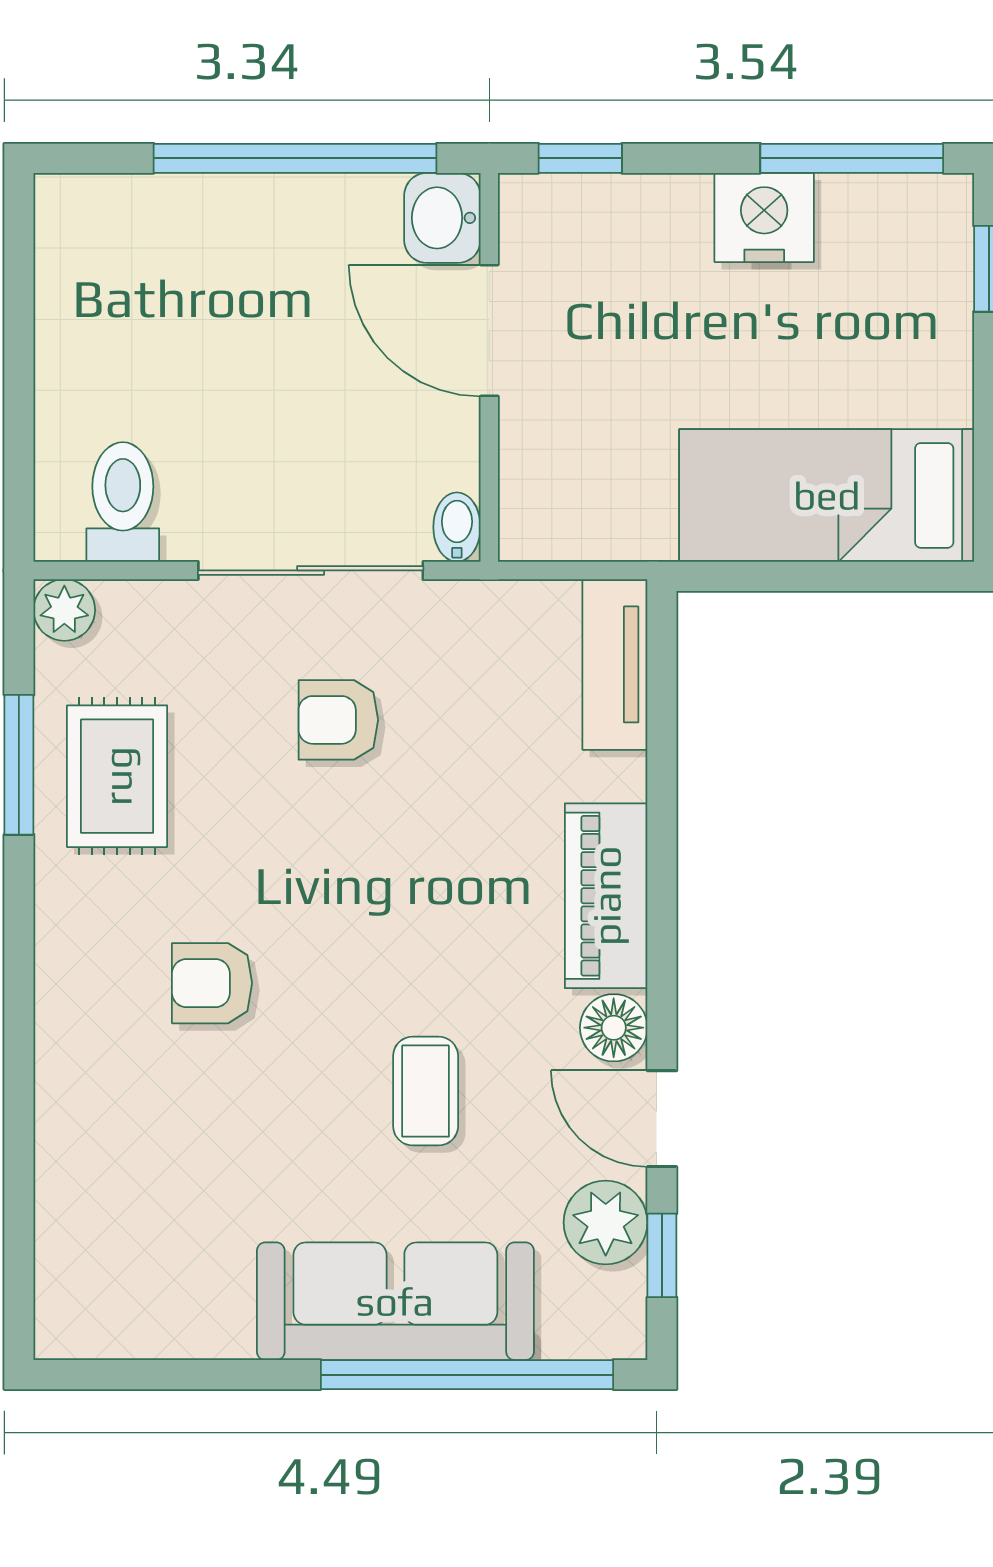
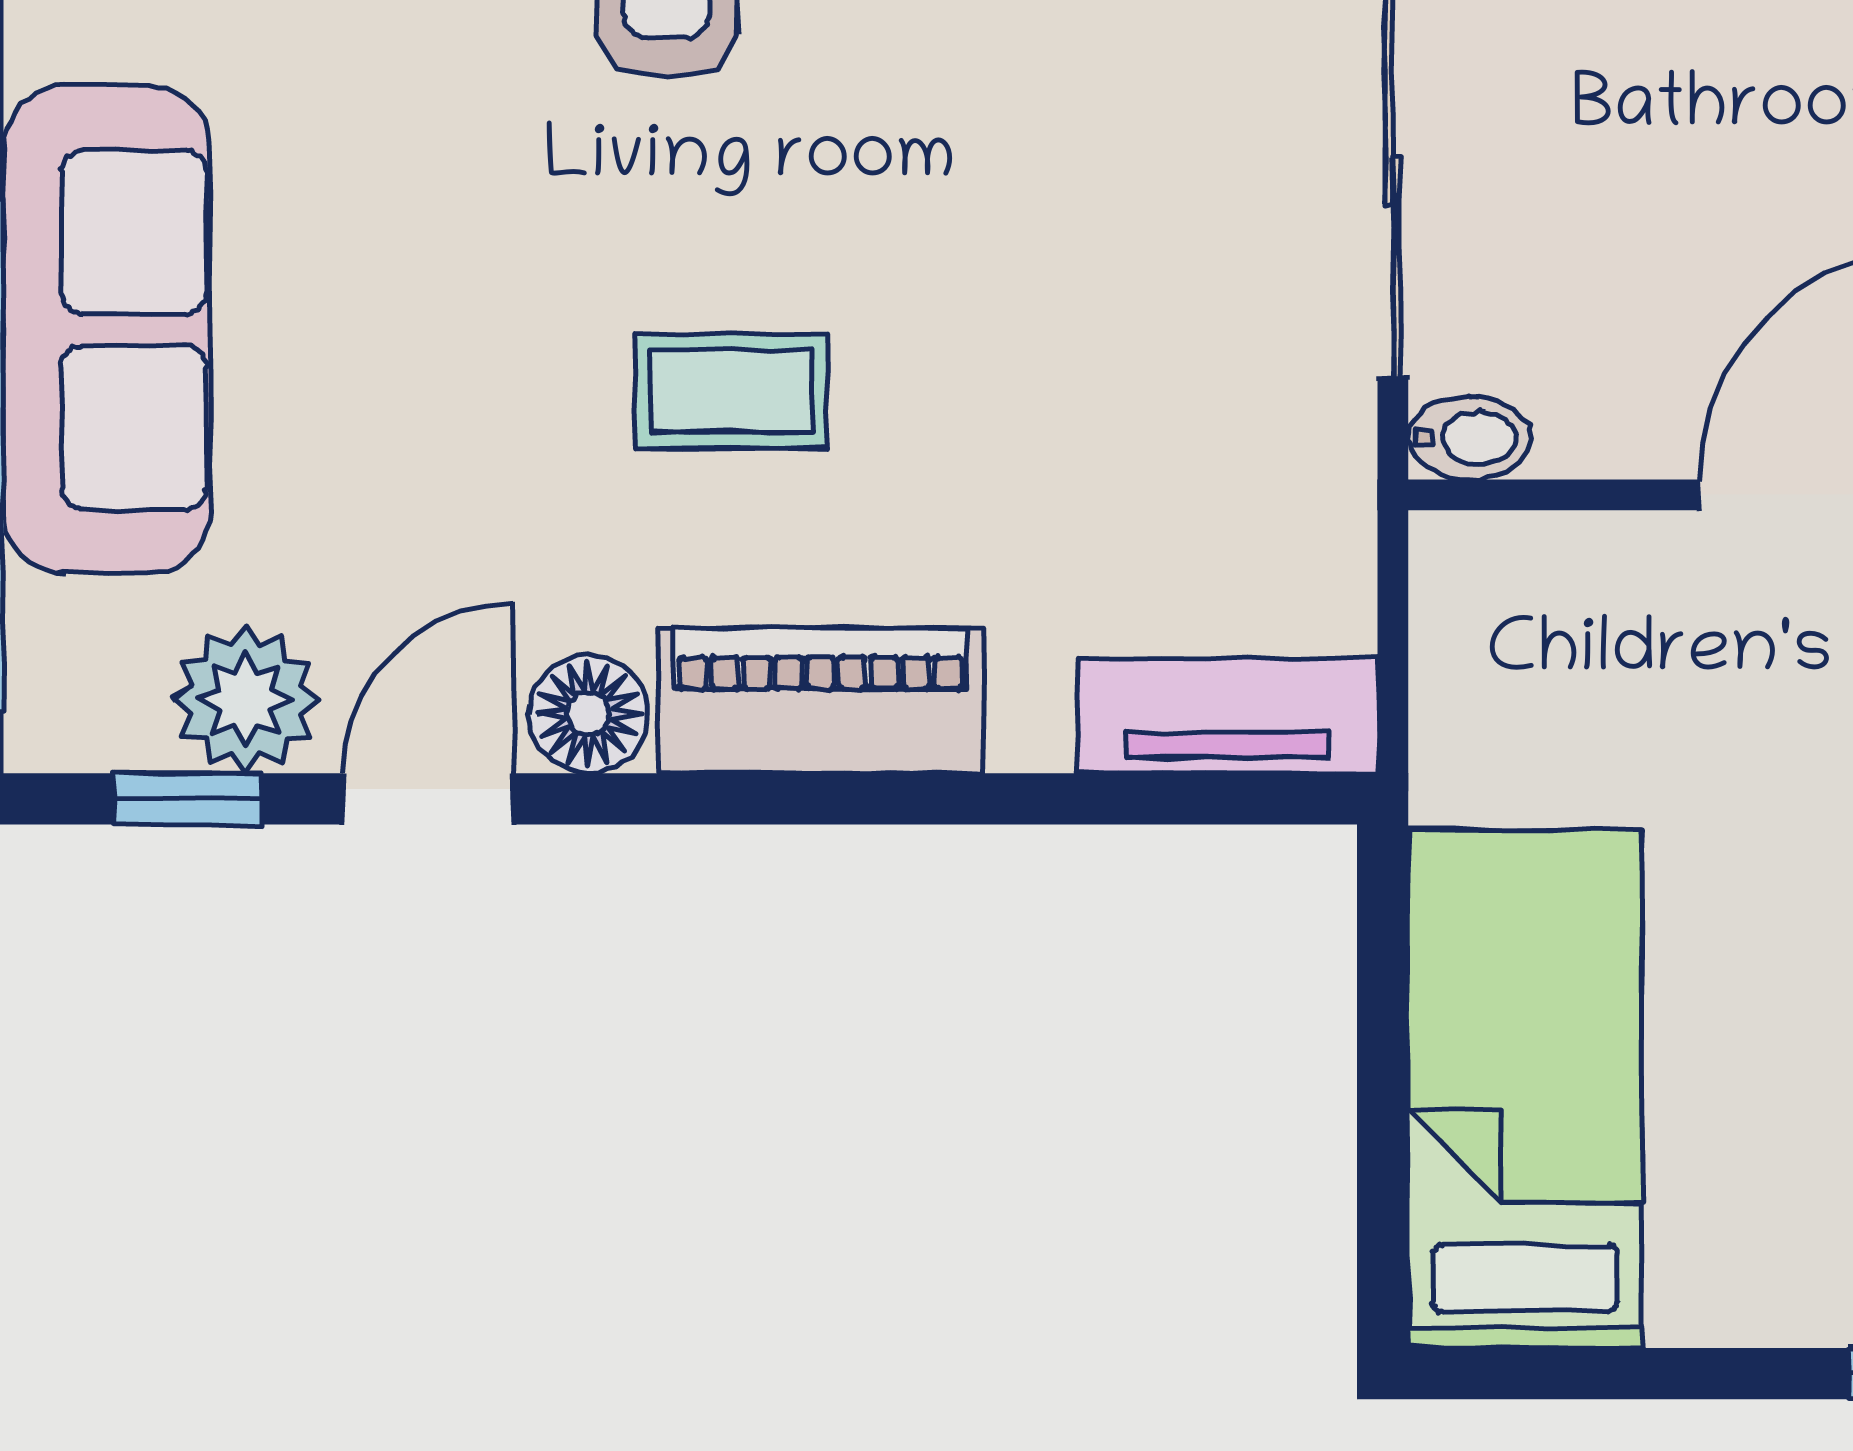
armchair: (338, 720) -> (1130, 229), removed
coffee table: (426, 1091) -> (731, 391), moved

